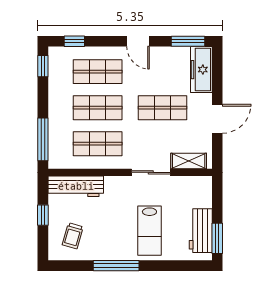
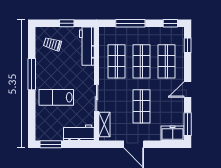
freezer: (201, 70) -> (173, 133), width x0.71
window: (43, 139) -> (130, 23), moved
workbench: (201, 231) -> (79, 133), moved

